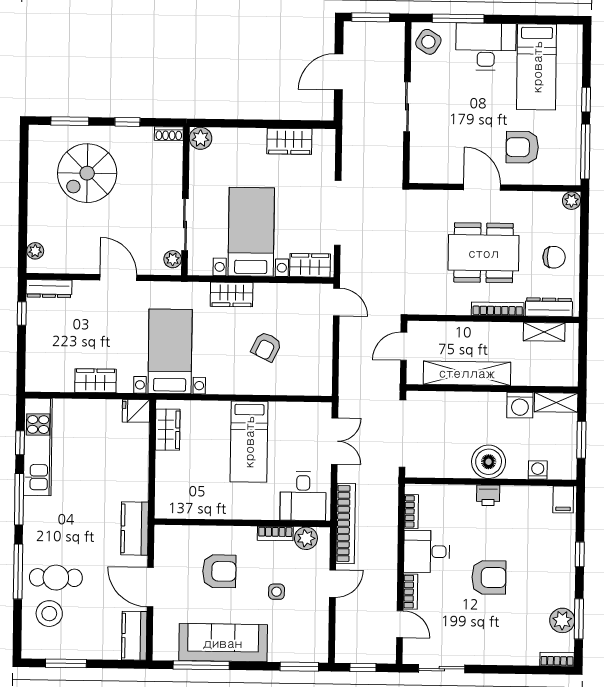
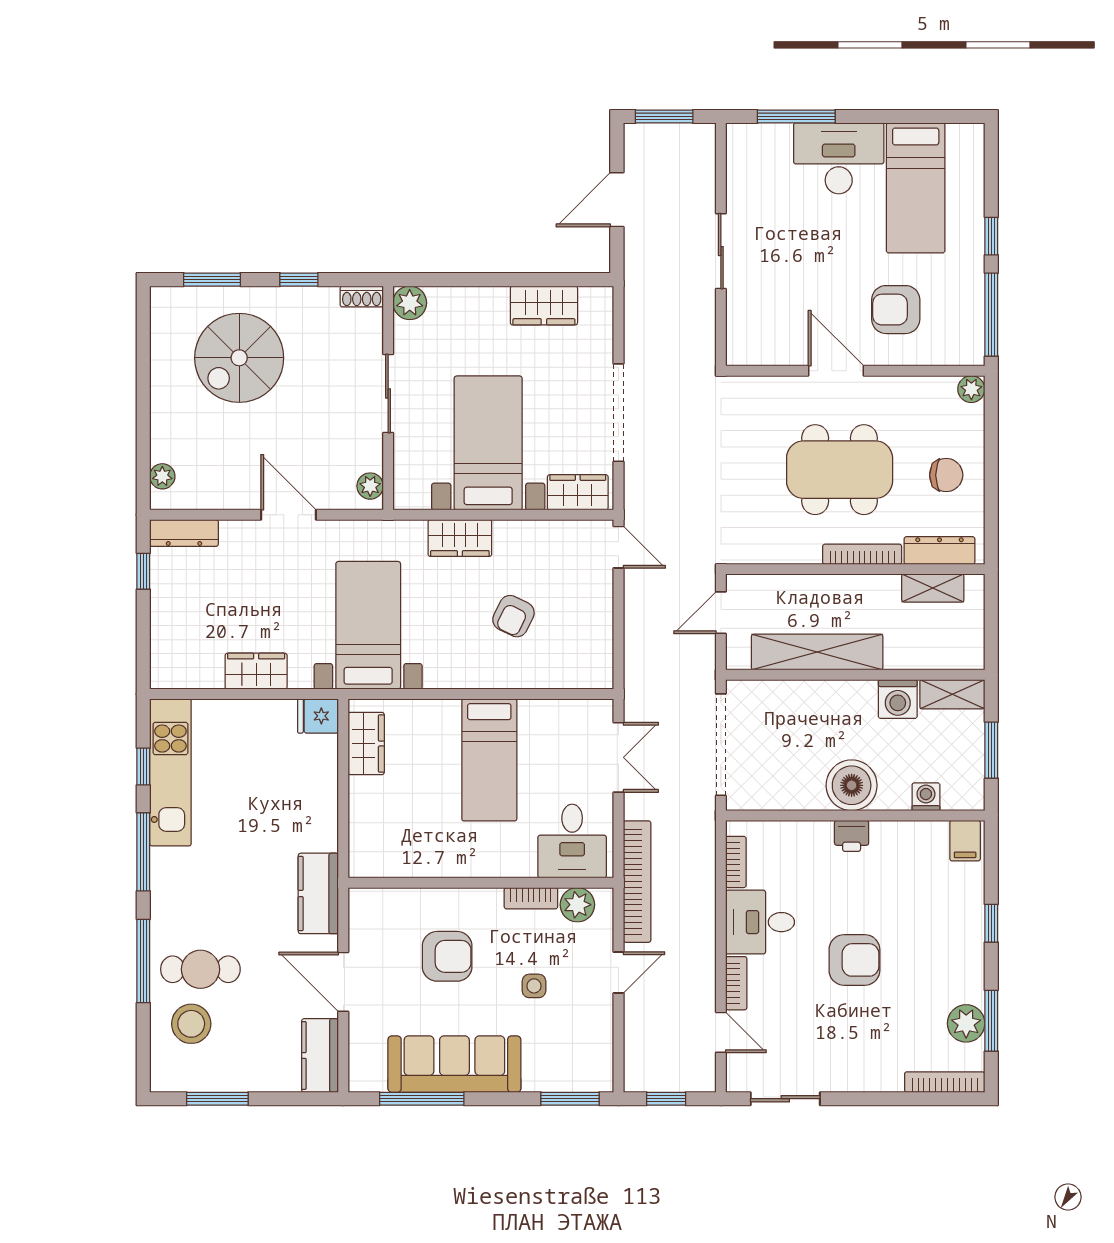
side table: (428, 42) -> (752, 152), removed
sliding door: (185, 224) -> (388, 393), moved
bookcase: (557, 659) -> (945, 1082), width x1.56

